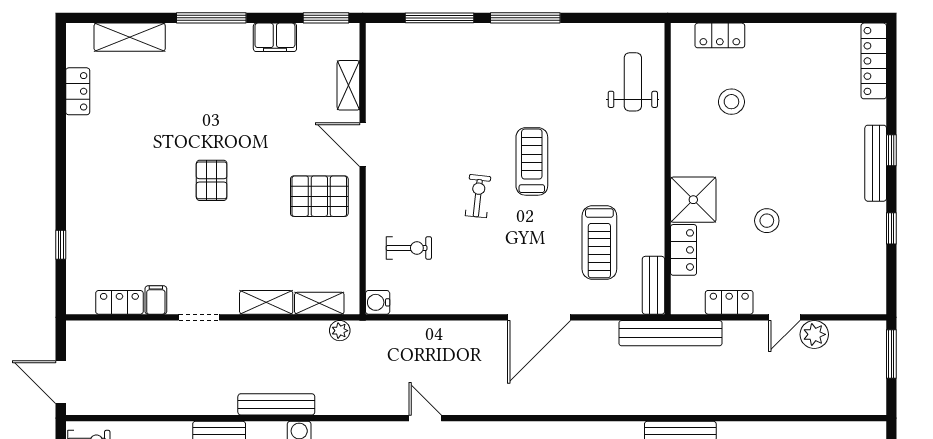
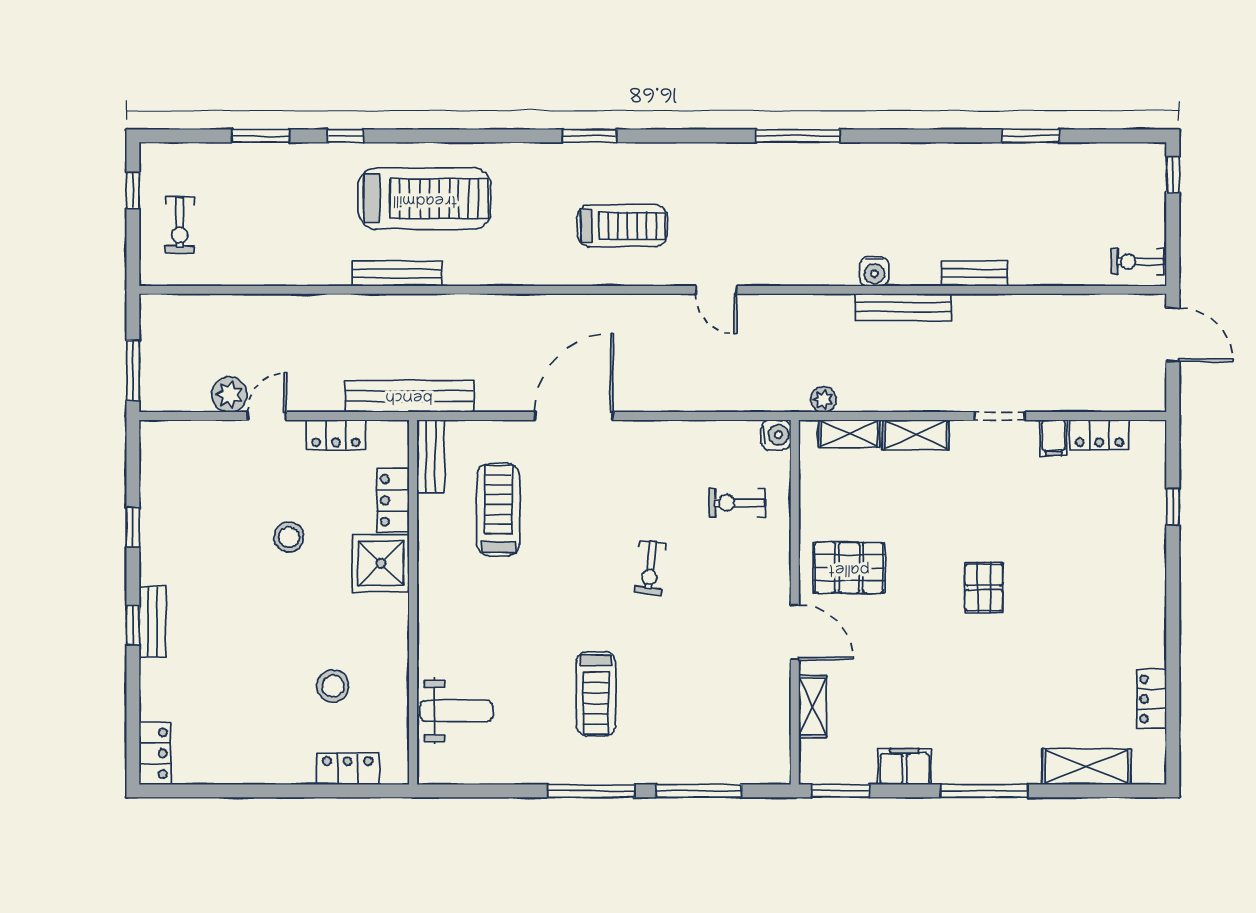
locker: (874, 61) -> (155, 753), width x0.66
weight bench: (633, 82) -> (457, 711), turned -90
treadmill: (532, 161) -> (596, 694), moved
bench: (876, 163) -> (153, 622), width x0.73

